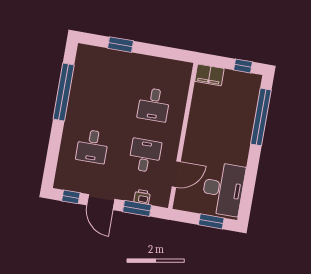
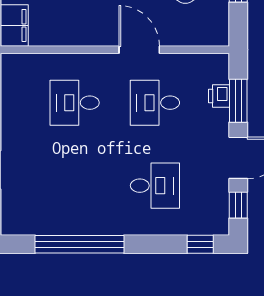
desk: (154, 105) -> (75, 103), turned 180
window: (50, 169) -> (200, 244), added
door: (176, 174) -> (139, 50), moved

